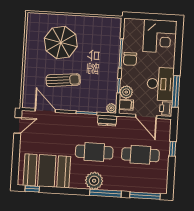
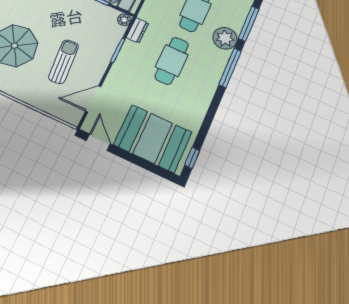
booth: (47, 171) -> (153, 138), moved, turned 90
plant: (94, 181) -> (225, 38), moved

